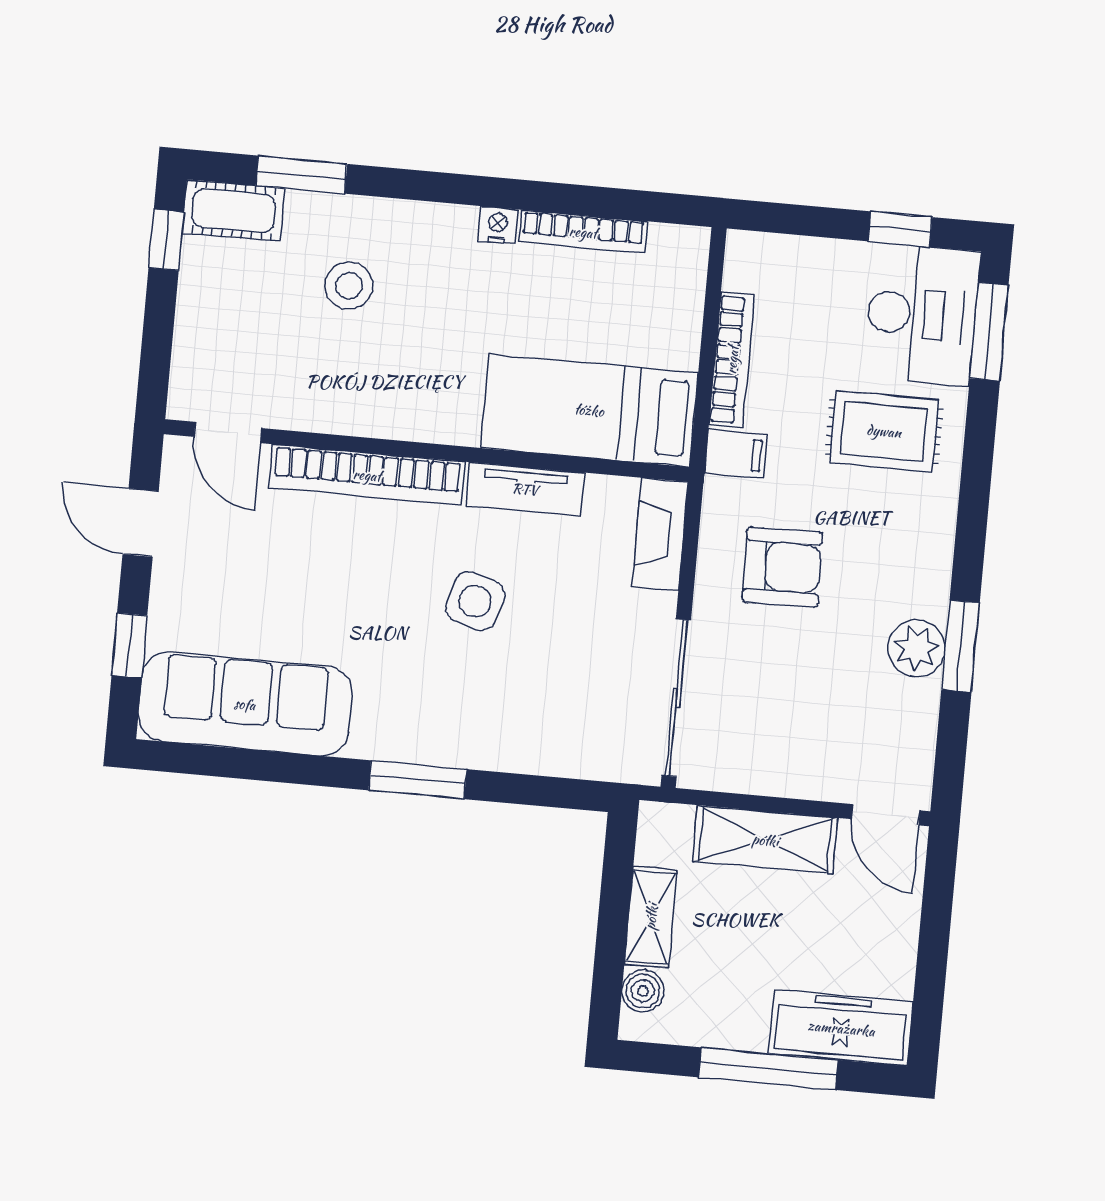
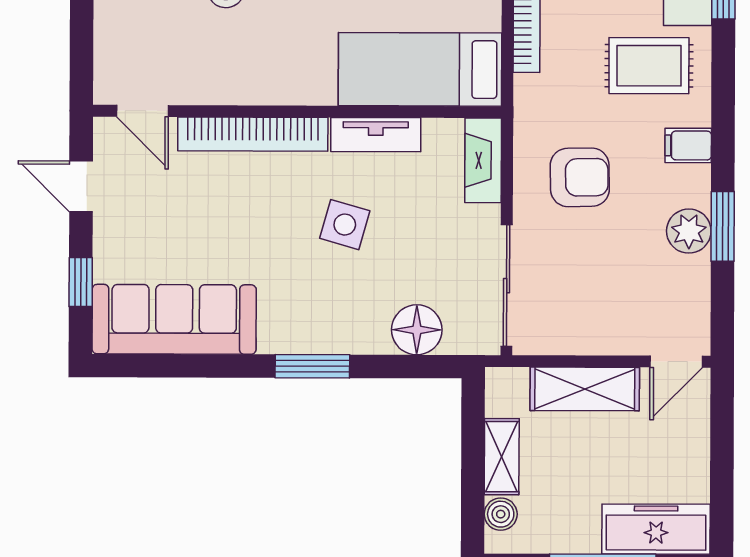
filing cabinet: (736, 454) -> (688, 145), moved, turned 180
floor lamp: (556, 745) -> (417, 330), added
door: (886, 815) -> (676, 362), hinge flipped

